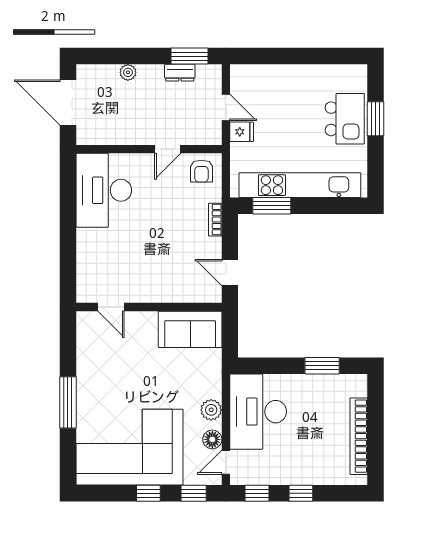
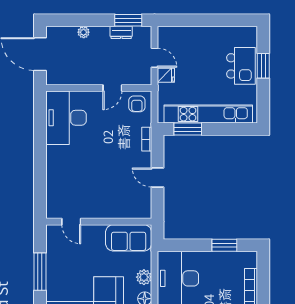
door: (111, 307) -> (71, 222), moved
wall: (149, 307) -> (99, 222), moved
sofa: (190, 329) -> (129, 238), moved

